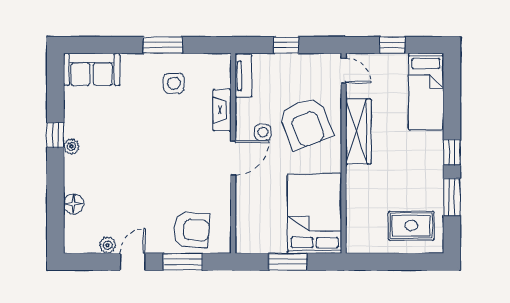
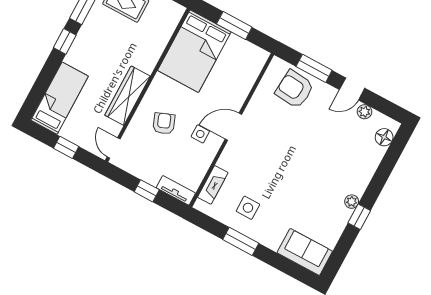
tv unit: (243, 76) -> (176, 190), moved, turned 90
fireplace: (222, 110) -> (213, 185), moved
armchair: (306, 123) -> (164, 123), width x0.53, depth x0.53
floor lamp: (74, 204) -> (384, 137), moved

